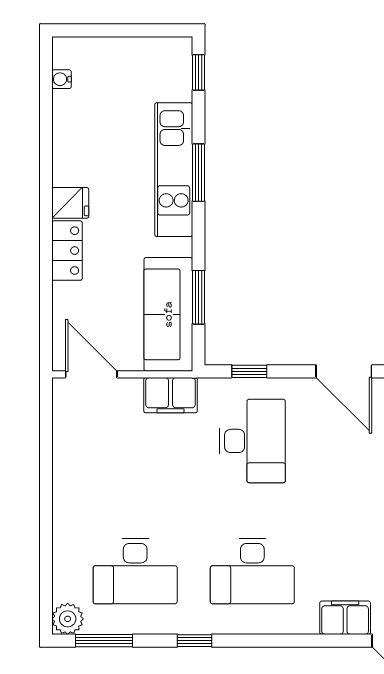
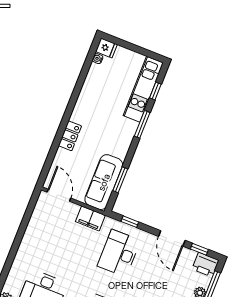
window: (199, 72) -> (155, 91), moved
kitchen unit: (174, 170) -> (143, 89), moved
fridge: (70, 203) -> (106, 48), moved
desk: (252, 441) -> (119, 253), turned 180

